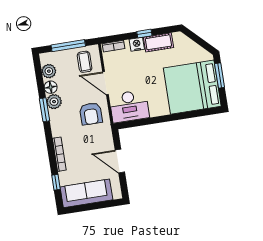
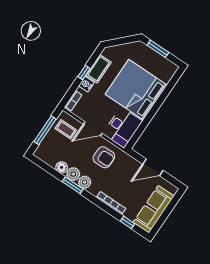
plant: (49, 71) -> (85, 182), moved
bed: (192, 87) -> (136, 90), moved, turned 90

